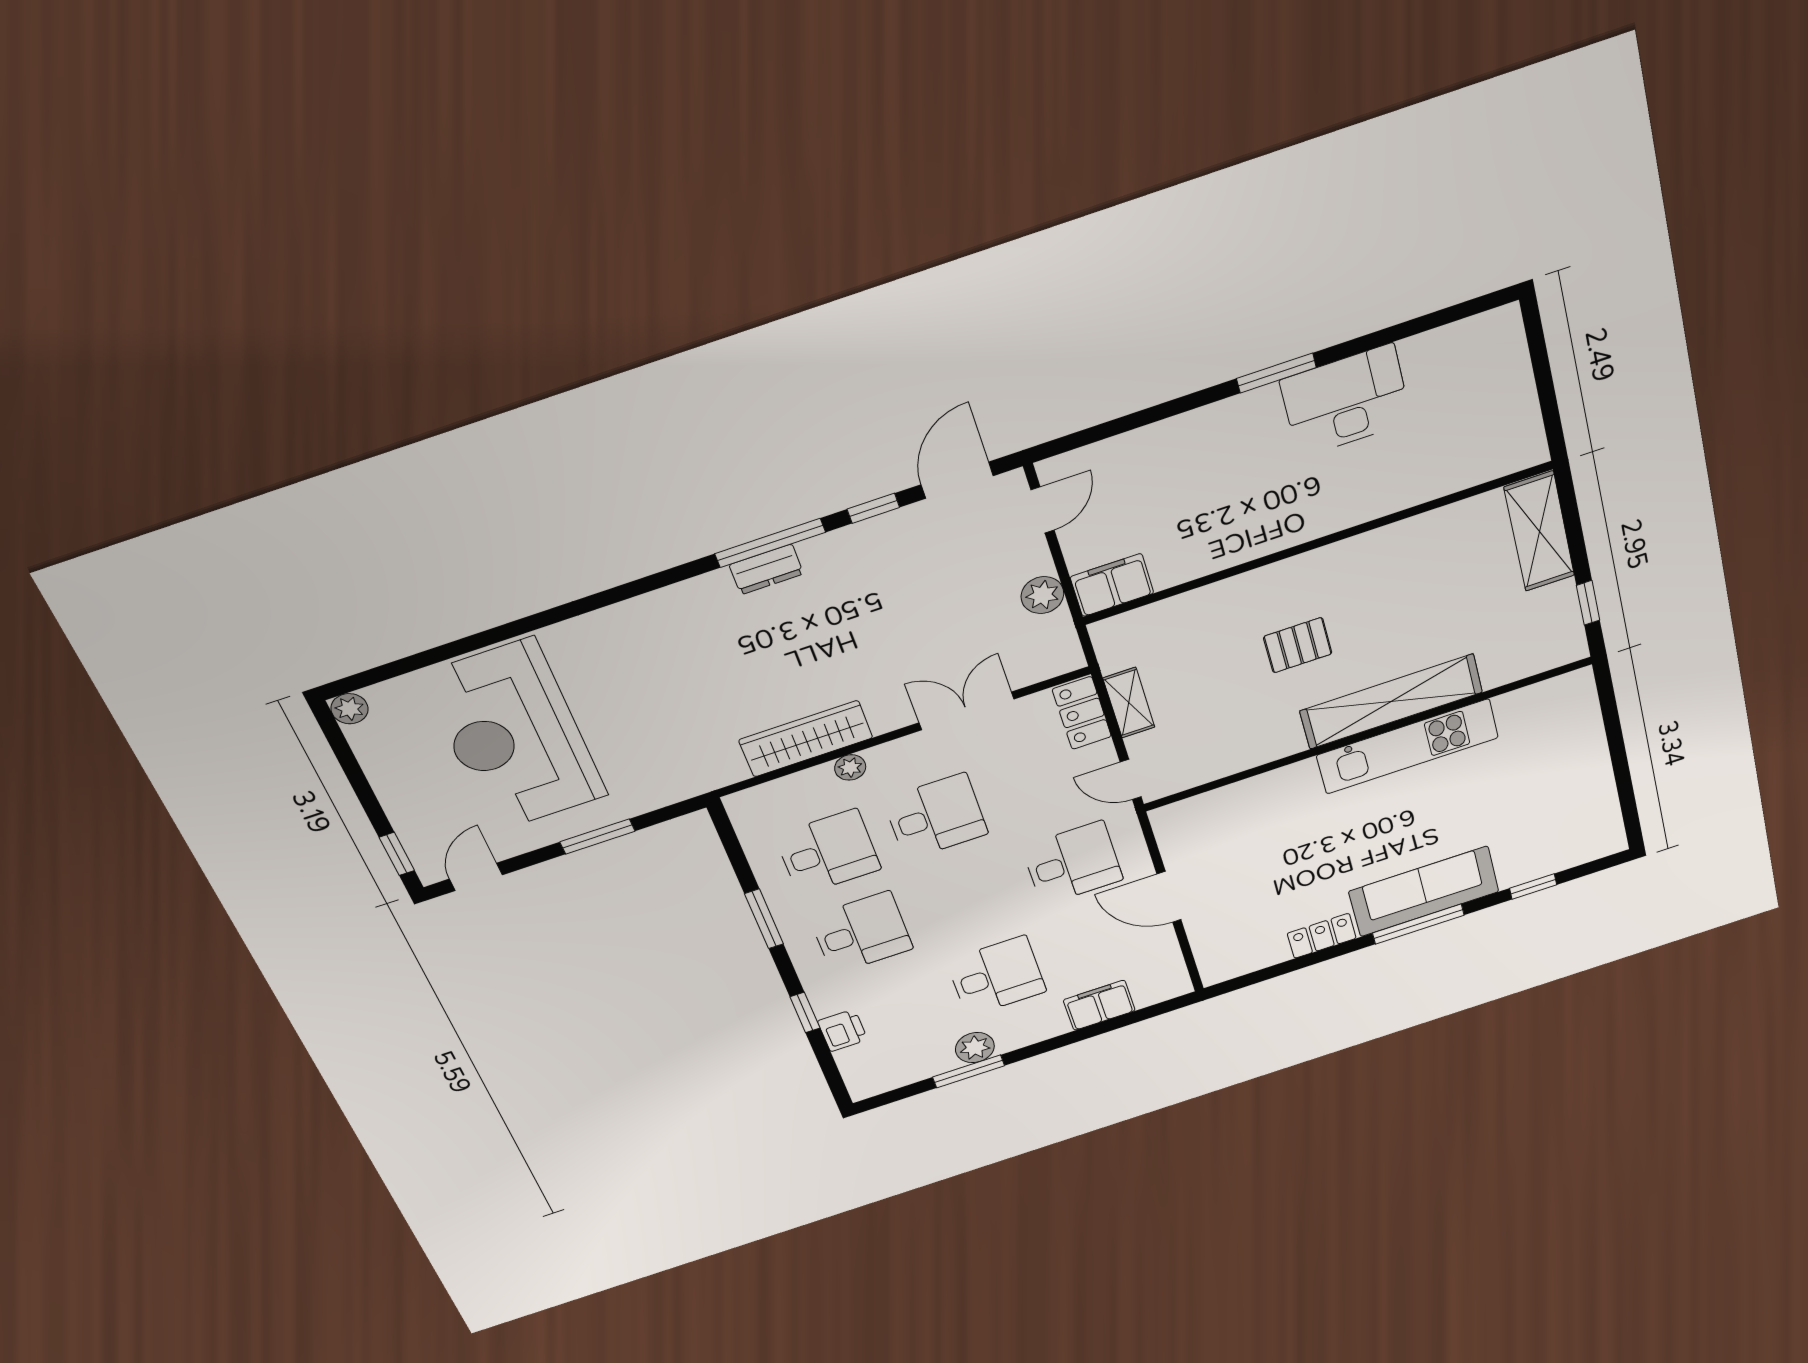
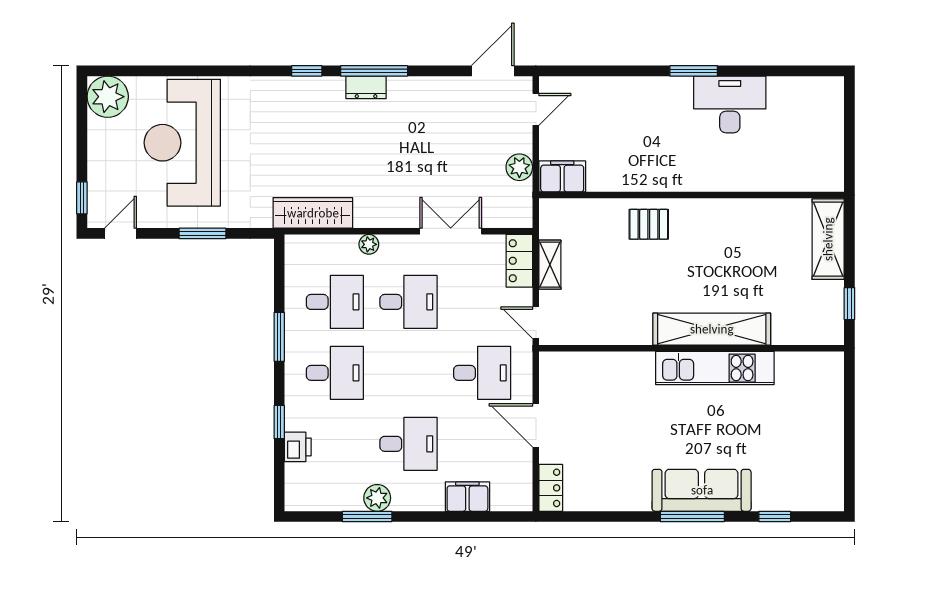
window: (873, 508) -> (307, 71), moved
pallet: (1298, 645) -> (649, 224), moved
plant: (350, 709) -> (108, 97), width x1.88, depth x1.88
wardrobe: (806, 739) -> (313, 213), moved
locker: (1322, 936) -> (551, 488), moved, turned 90

